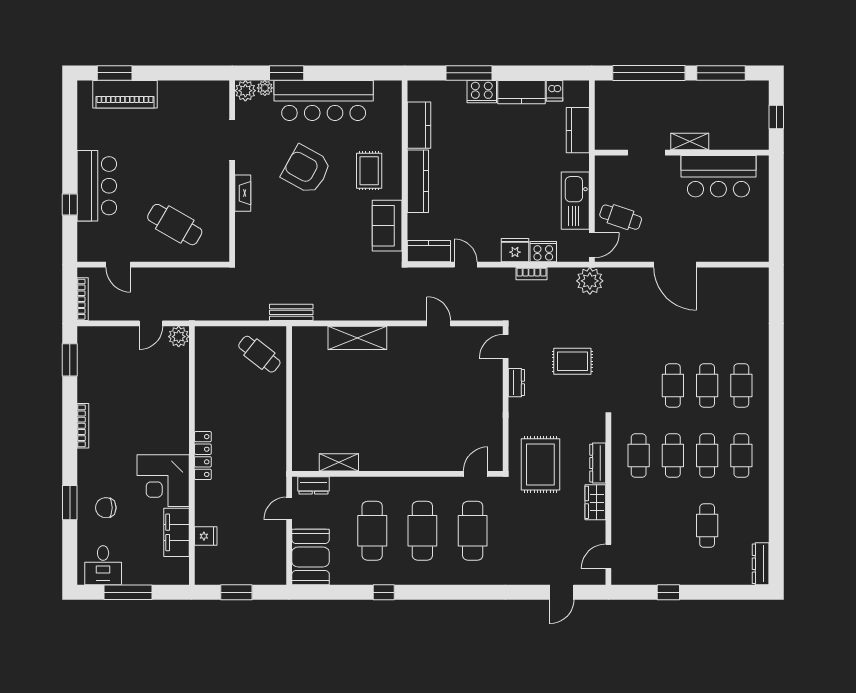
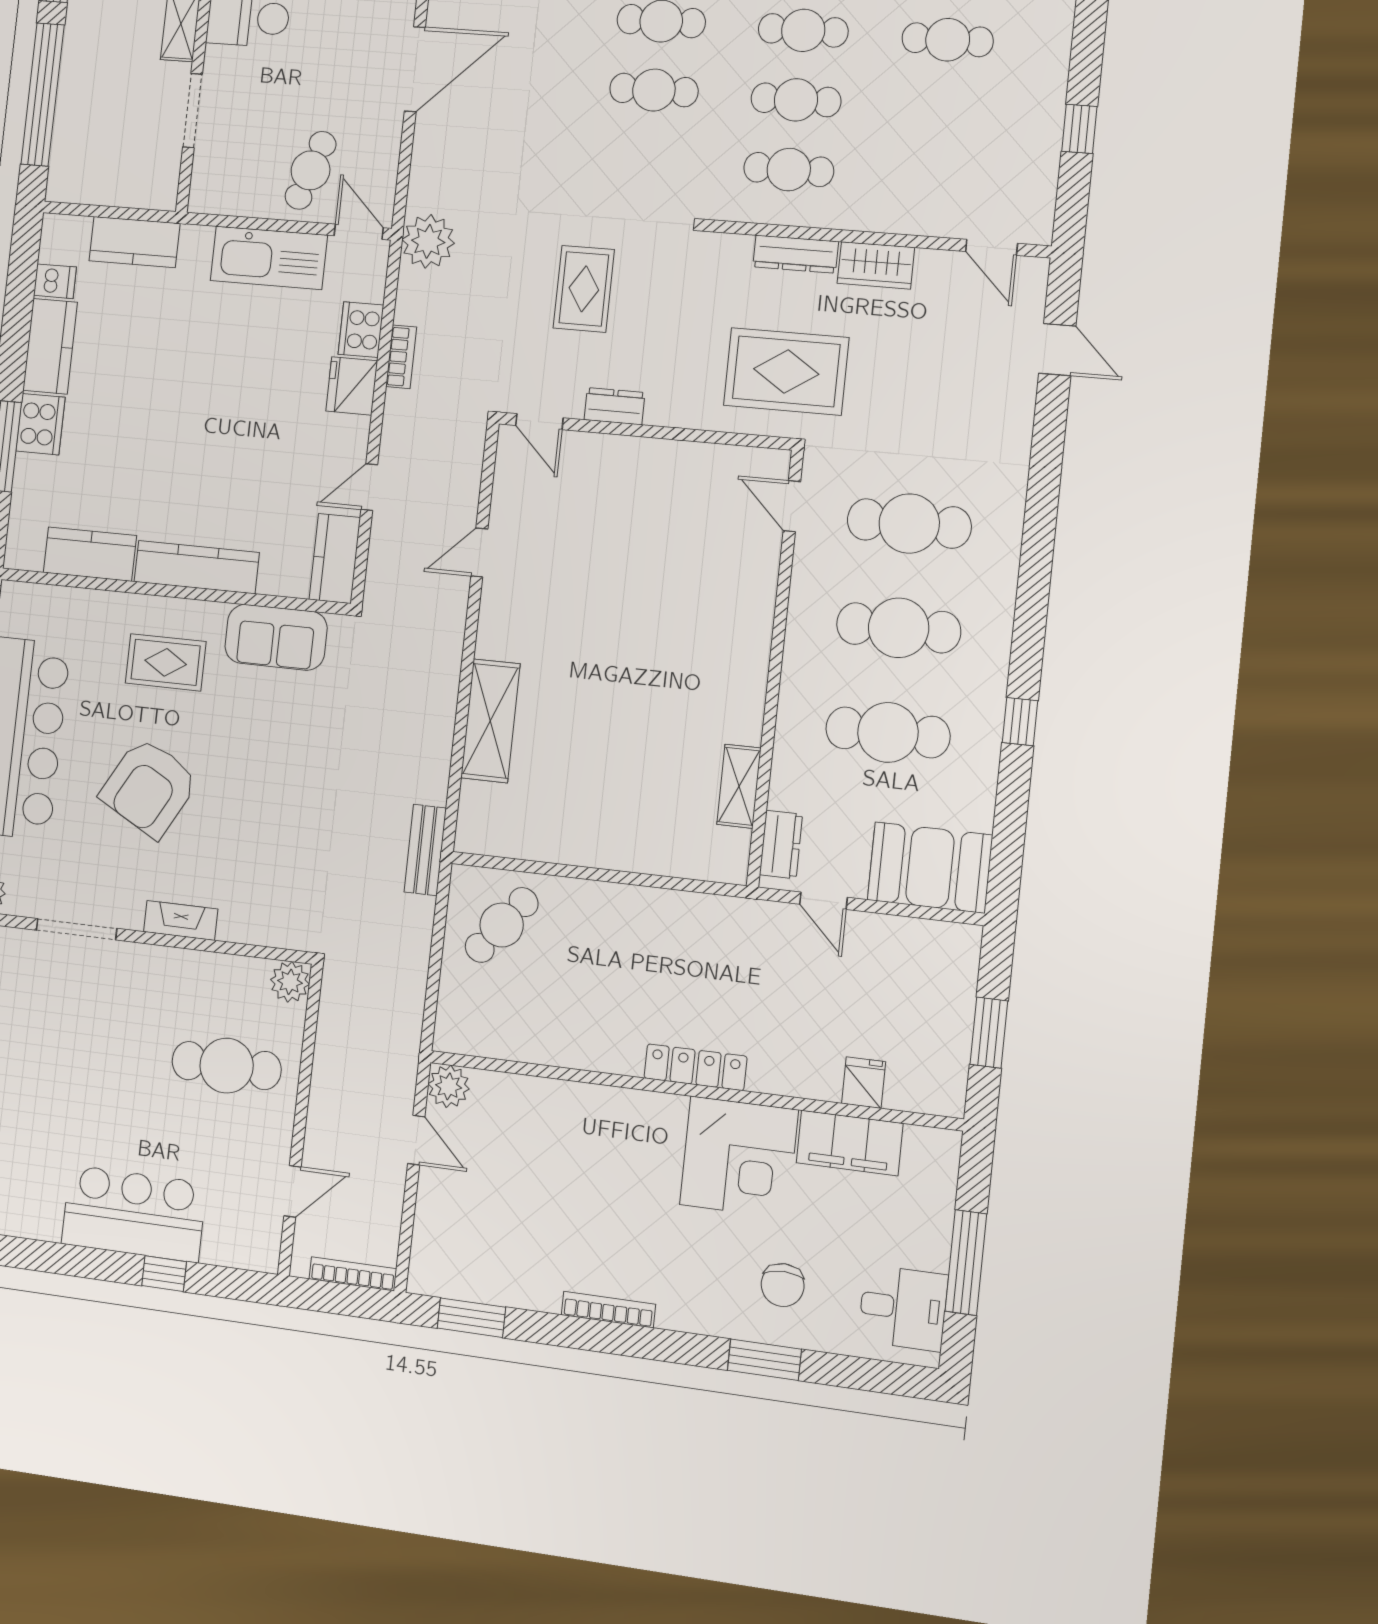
cafe table: (175, 225) -> (227, 1066), turned 60
plant: (219, 252) -> (290, 982), added

